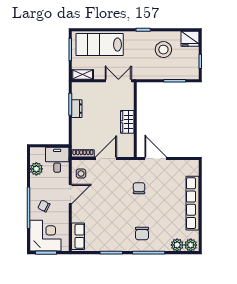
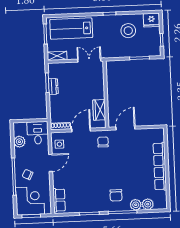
wardrobe: (127, 122) -> (99, 110), moved
door: (156, 159) -> (125, 128), hinge flipped
chair: (139, 188) -> (103, 142), moved
plant: (191, 245) -> (136, 205), moved

